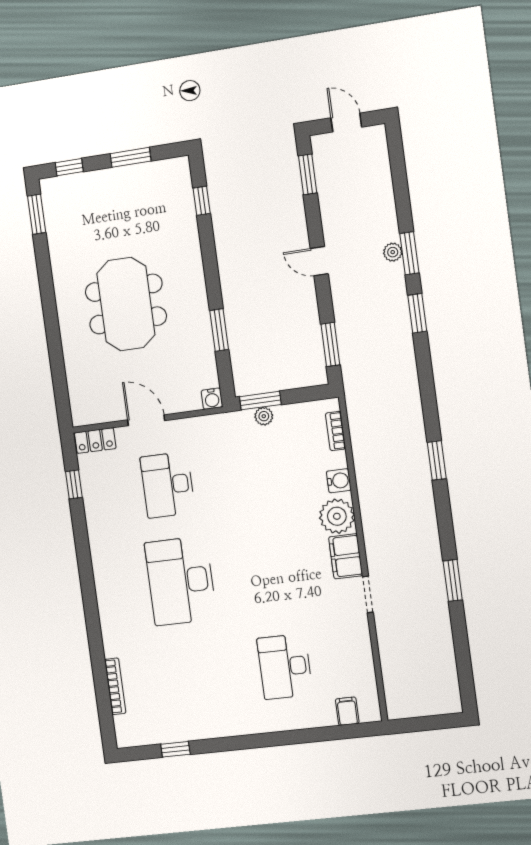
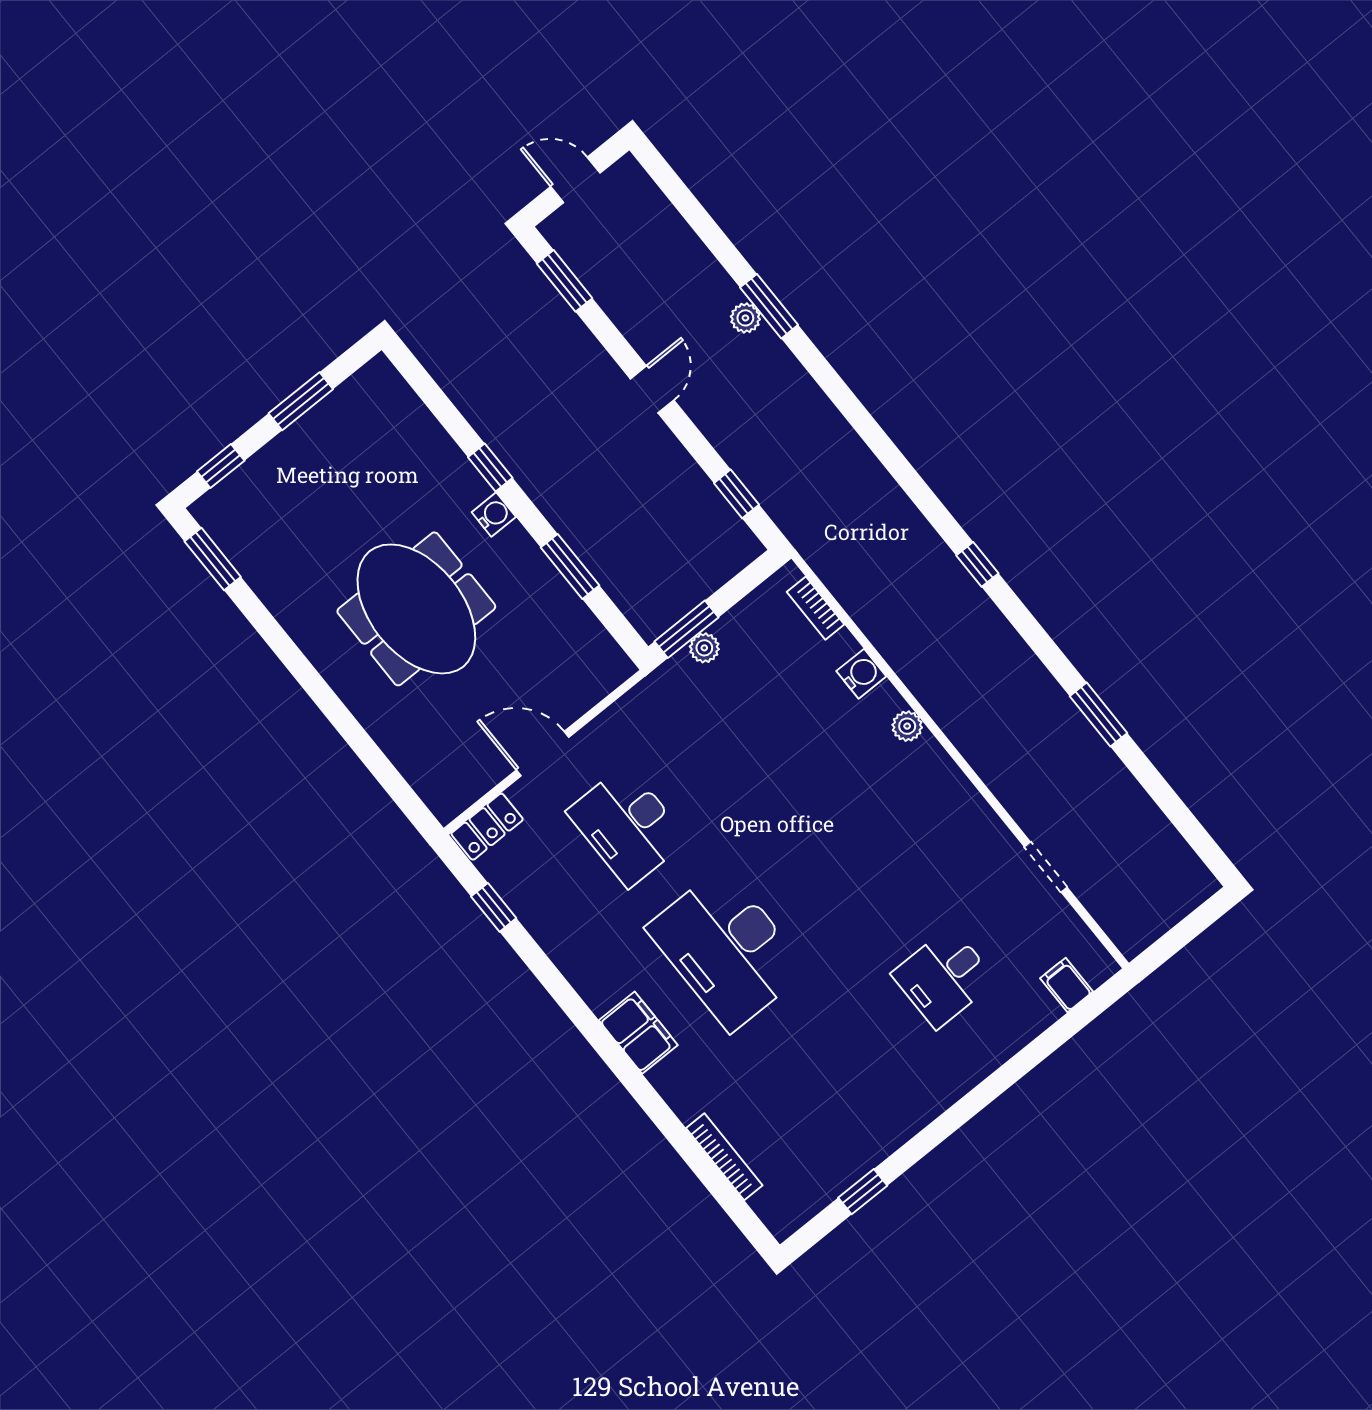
window: (202, 201) -> (490, 468), moved
door: (319, 261) -> (652, 389), swing flipped
window: (417, 313) -> (829, 381), removed
window: (330, 344) -> (736, 494), width x0.67
water cooler: (212, 399) -> (494, 514), moved, turned -90
window: (437, 460) -> (977, 564), width x0.67
plant: (337, 516) -> (907, 726), width x0.53, depth x0.53
filing cabinet: (346, 556) -> (638, 1033), moved, turned 180
doorway: (368, 594) -> (1046, 867), moved
desk: (285, 667) -> (944, 977), width x0.73

